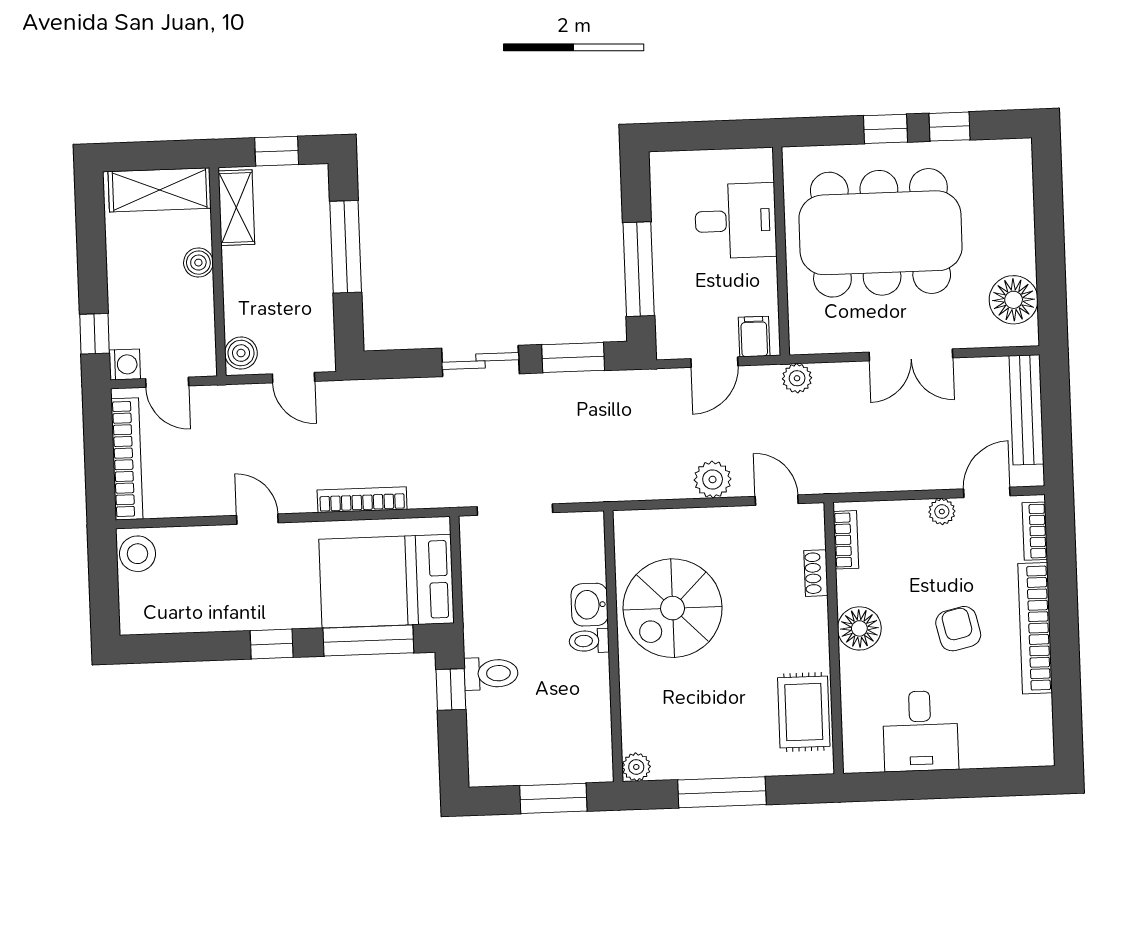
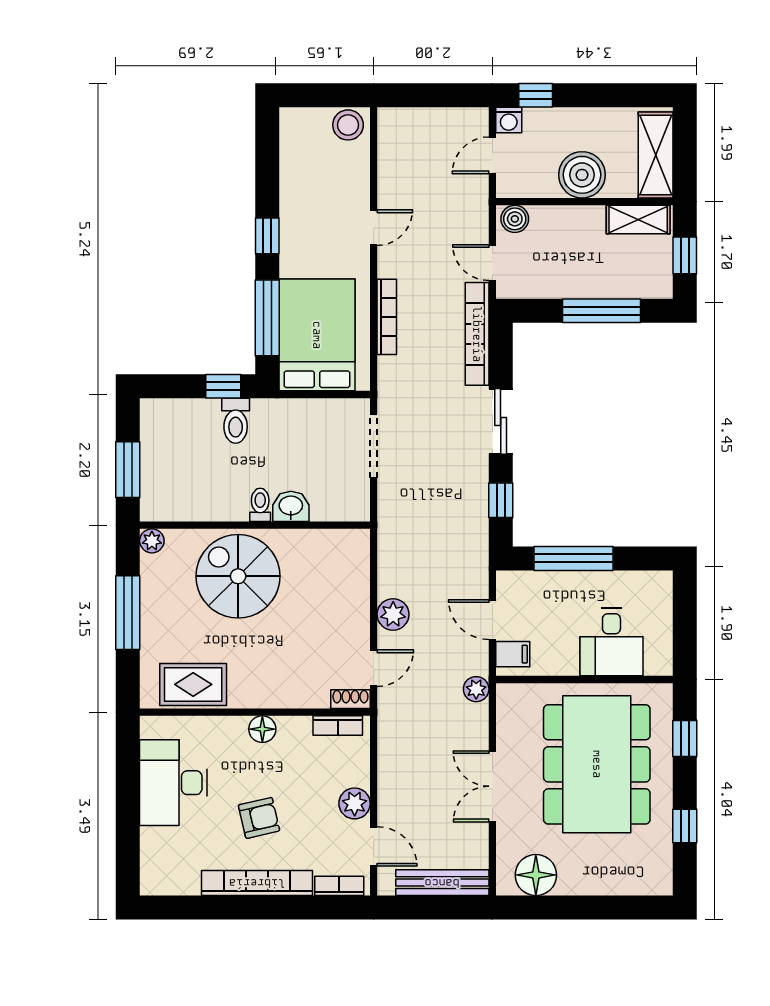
window: (886, 129) -> (685, 739), moved
boiler: (198, 263) -> (582, 175), width x1.86, depth x1.86
window: (573, 358) -> (501, 500), width x0.67
door: (293, 378) -> (492, 263), hinge flipped
bookcase: (127, 459) -> (477, 334), moved, turned 90
plant: (942, 512) -> (355, 803), width x1.38, depth x1.38
shoe rack: (816, 573) -> (350, 699), moved
spiral stairs: (673, 608) -> (238, 576), moved
floor lamp: (859, 628) -> (262, 729), width x0.73, depth x0.73
desk: (920, 731) -> (173, 783), width x1.37

